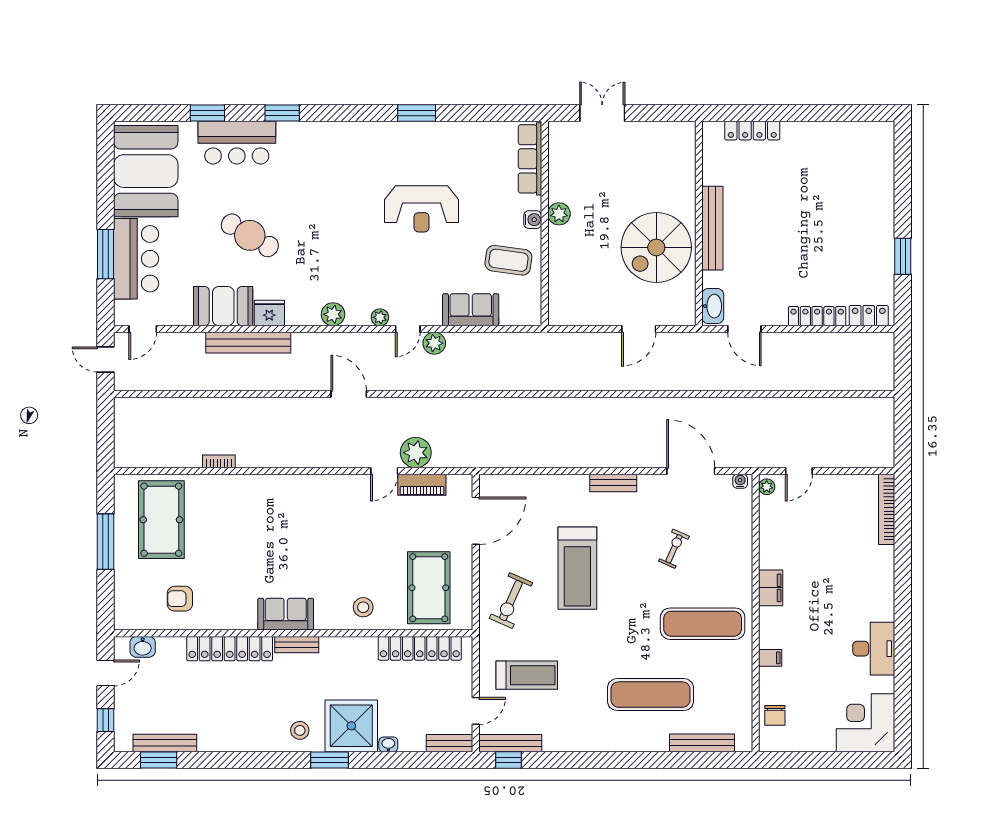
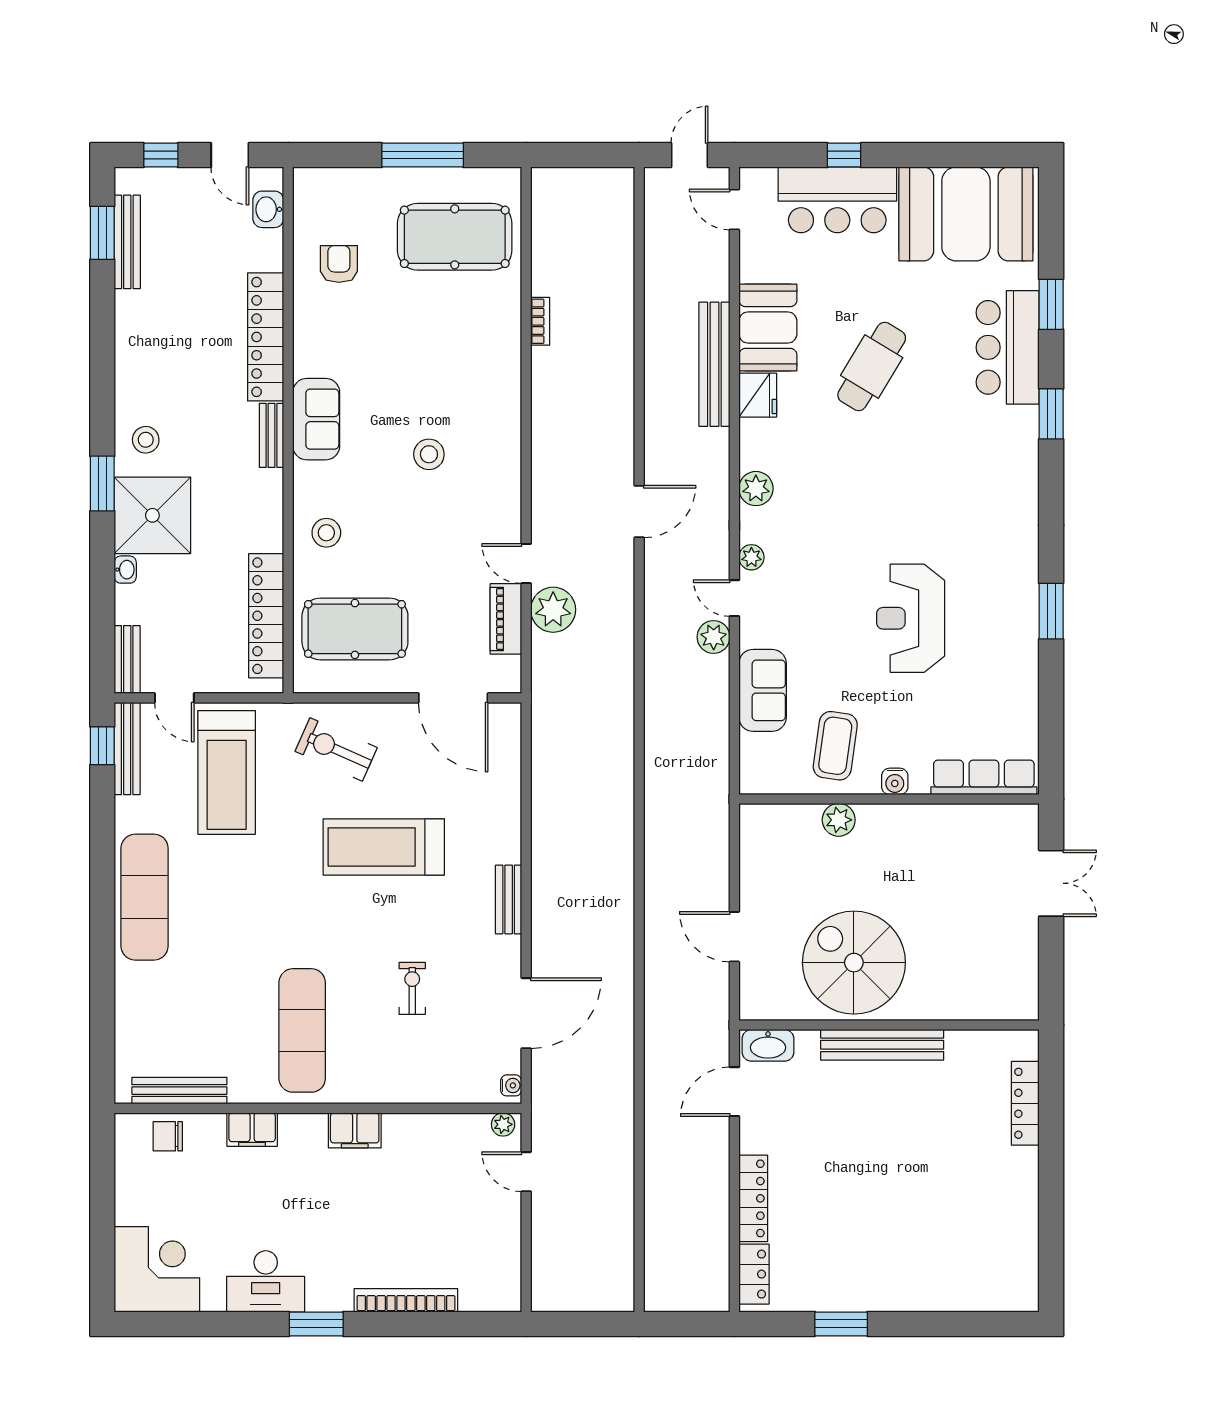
plant: (559, 214) -> (839, 820), moved
window: (106, 254) -> (844, 155), width x0.46
bookcase: (887, 509) -> (406, 1300), moved
stool: (310, 537) -> (429, 454), added
exercise bike: (674, 549) -> (412, 988), turned -114
window: (903, 614) -> (316, 1324), added
filing cabinet: (770, 658) -> (252, 1130), width x2.00
treadmill: (527, 675) -> (227, 772), width x1.37, depth x1.38
exercise mat: (651, 695) -> (145, 897), moved
bench: (702, 743) -> (179, 1091), moved, turned 90

